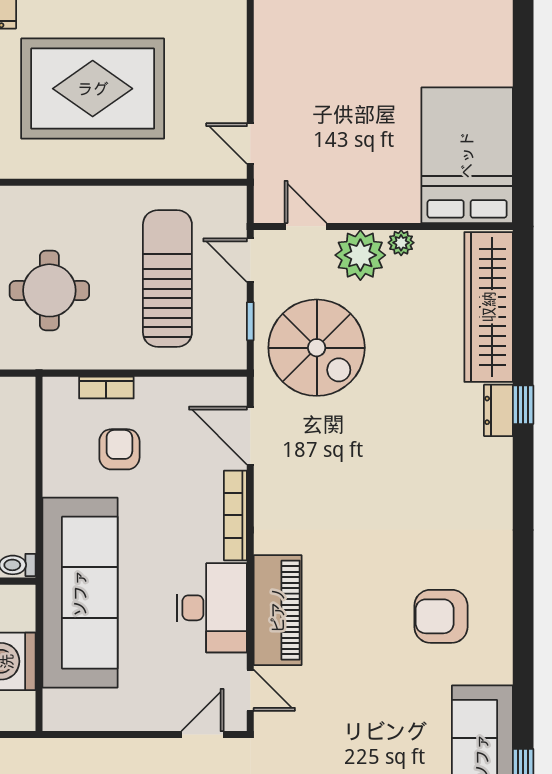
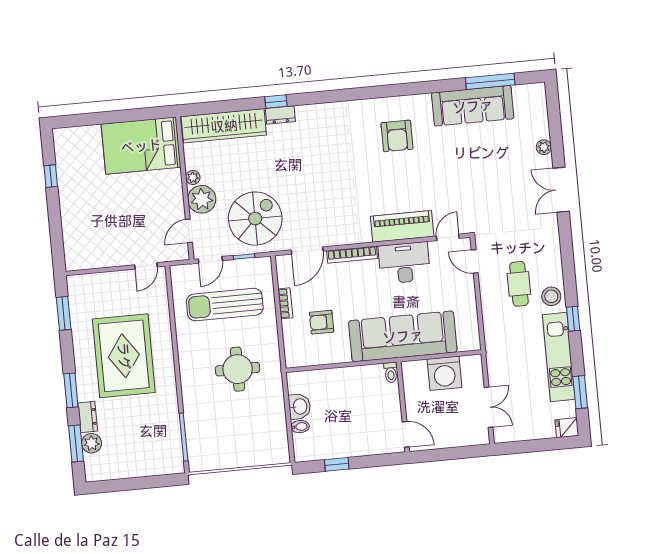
bookcase: (106, 387) -> (285, 303), moved

